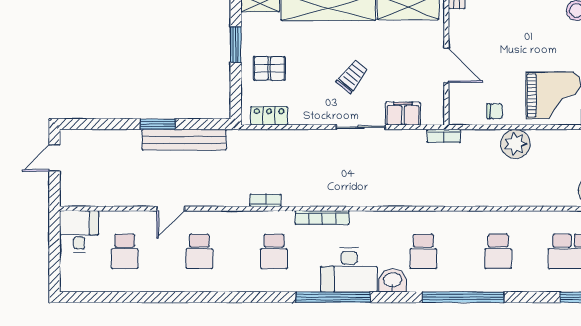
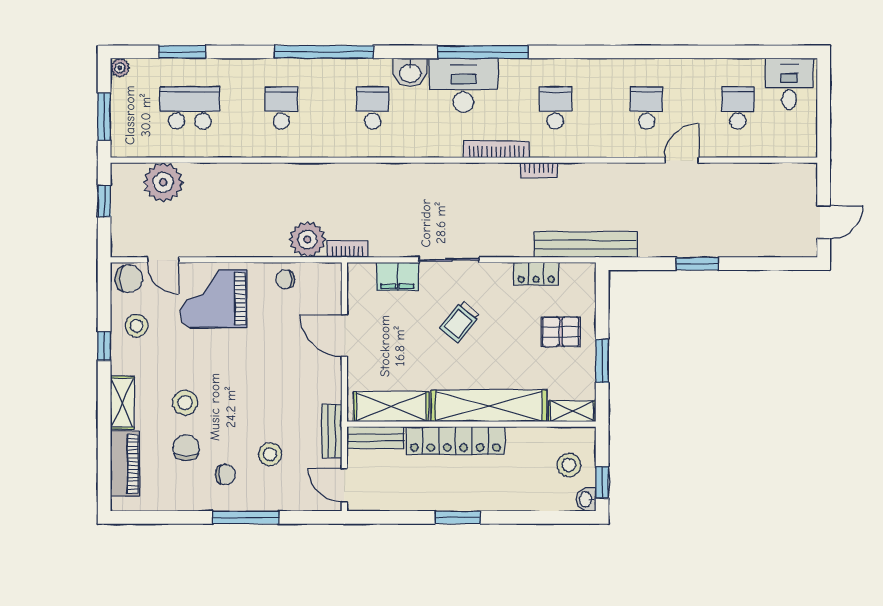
locker: (269, 116) -> (536, 274), moved
bench: (184, 140) -> (586, 245), moved
plant: (515, 144) -> (307, 239), moved
bookcase: (265, 200) -> (539, 170), moved
desk: (79, 232) -> (789, 84), moved, turned 180

